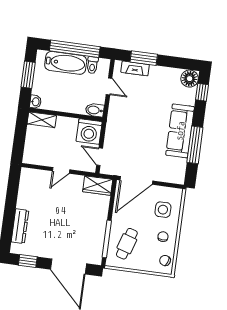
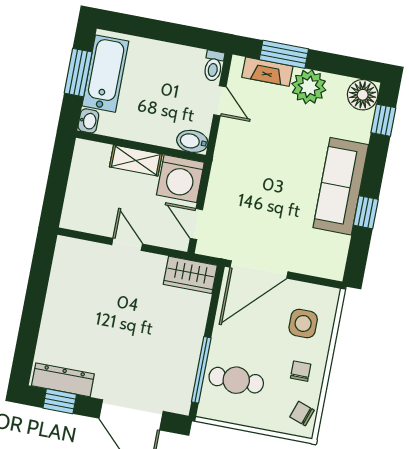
window: (75, 49) -> (163, 31), removed
bathtub: (66, 63) -> (105, 74), moved, turned -90
toilet: (92, 65) -> (214, 66), moved
plant: (159, 76) -> (309, 87), added
shelving: (42, 120) -> (136, 160), moved
window: (195, 145) -> (366, 212), width x0.46
door: (61, 170) -> (127, 244), swing flipped
dresser: (20, 226) -> (63, 380), moved, turned -90
cafe table: (127, 244) -> (236, 380), turned 73

